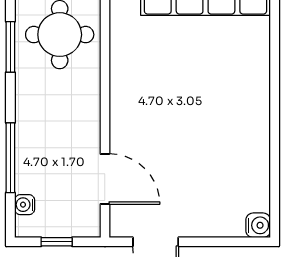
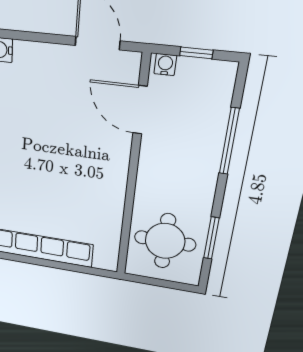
water cooler: (25, 205) -> (165, 65), moved, turned -90

